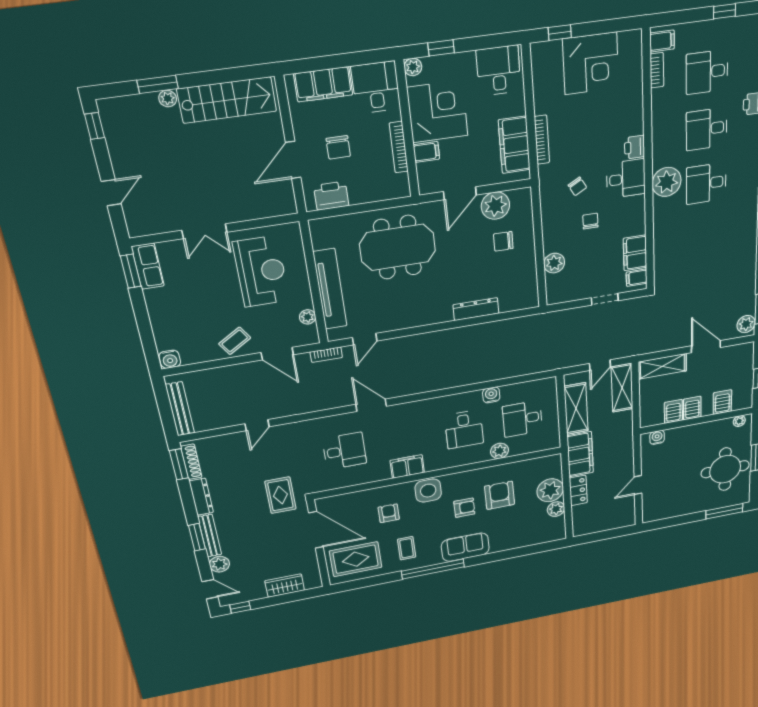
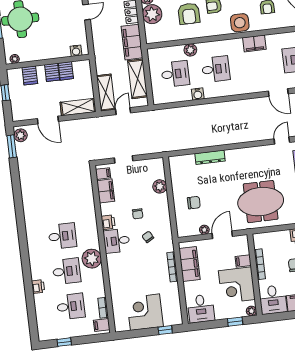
printer: (635, 147) -> (108, 222), moved
plant: (667, 182) -> (92, 259), moved
plant: (495, 206) -> (204, 230), width x0.53, depth x0.53
desk: (464, 429) -> (216, 69), turned 90

